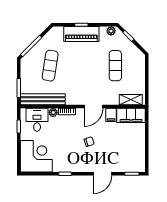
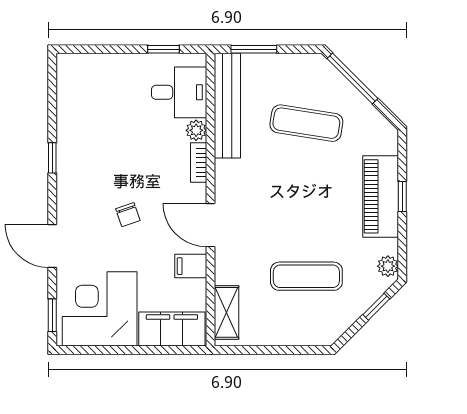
filing cabinet: (131, 115) -> (172, 329), moved, turned 90
corner desk: (36, 156) -> (100, 309), moved, turned 180

